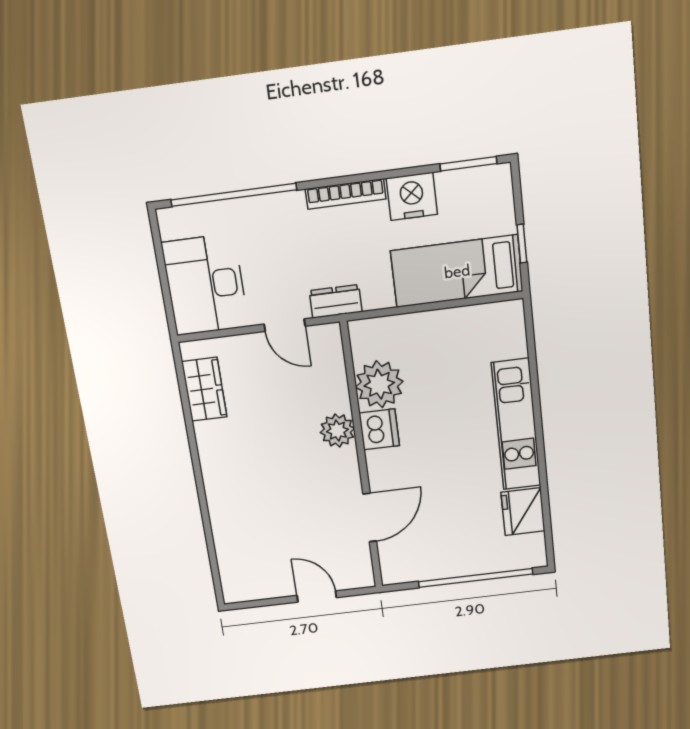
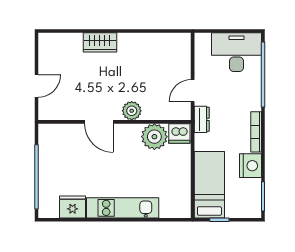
desk: (205, 285) -> (237, 52), moved
wardrobe: (204, 389) -> (100, 42), moved
dishwasher: (379, 429) -> (179, 133), moved
door: (370, 518) -> (99, 122), moved

